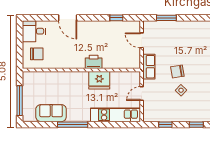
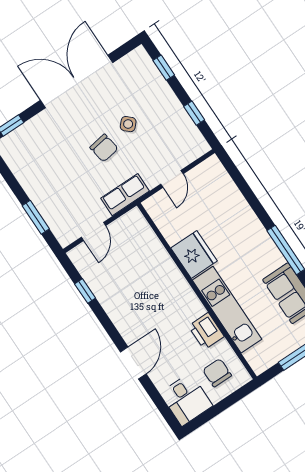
printer: (94, 62) -> (206, 331), moved
door: (142, 94) -> (172, 179), hinge flipped
kitchen unit: (115, 115) -> (227, 310), moved, turned 180

